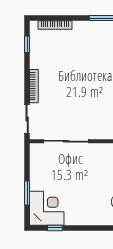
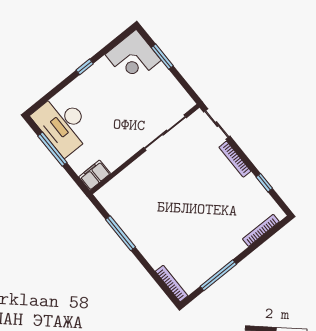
window: (27, 44) -> (264, 183), moved
window: (55, 228) -> (85, 67), moved

